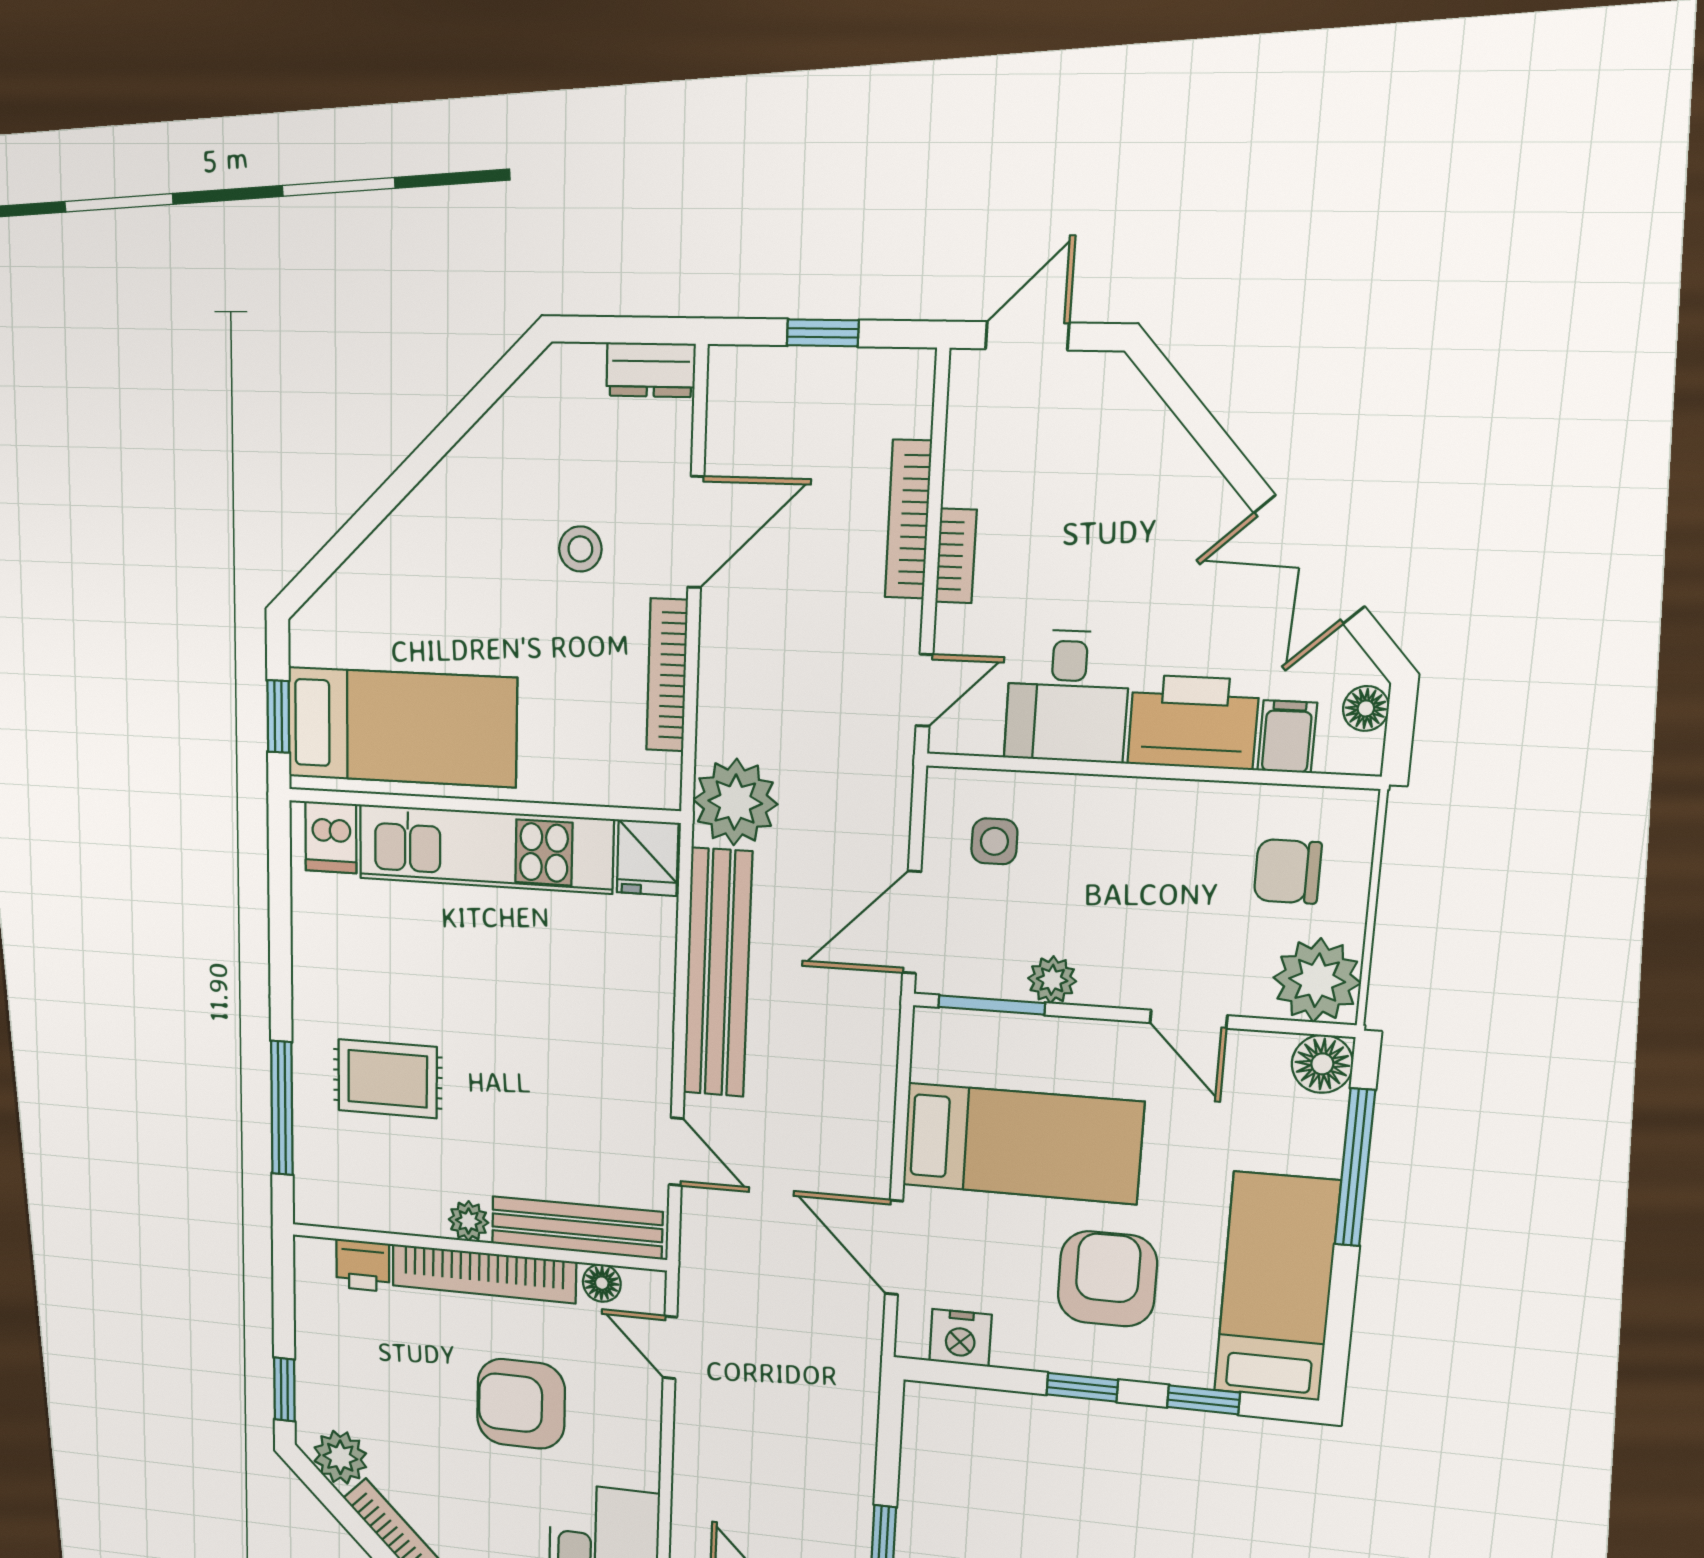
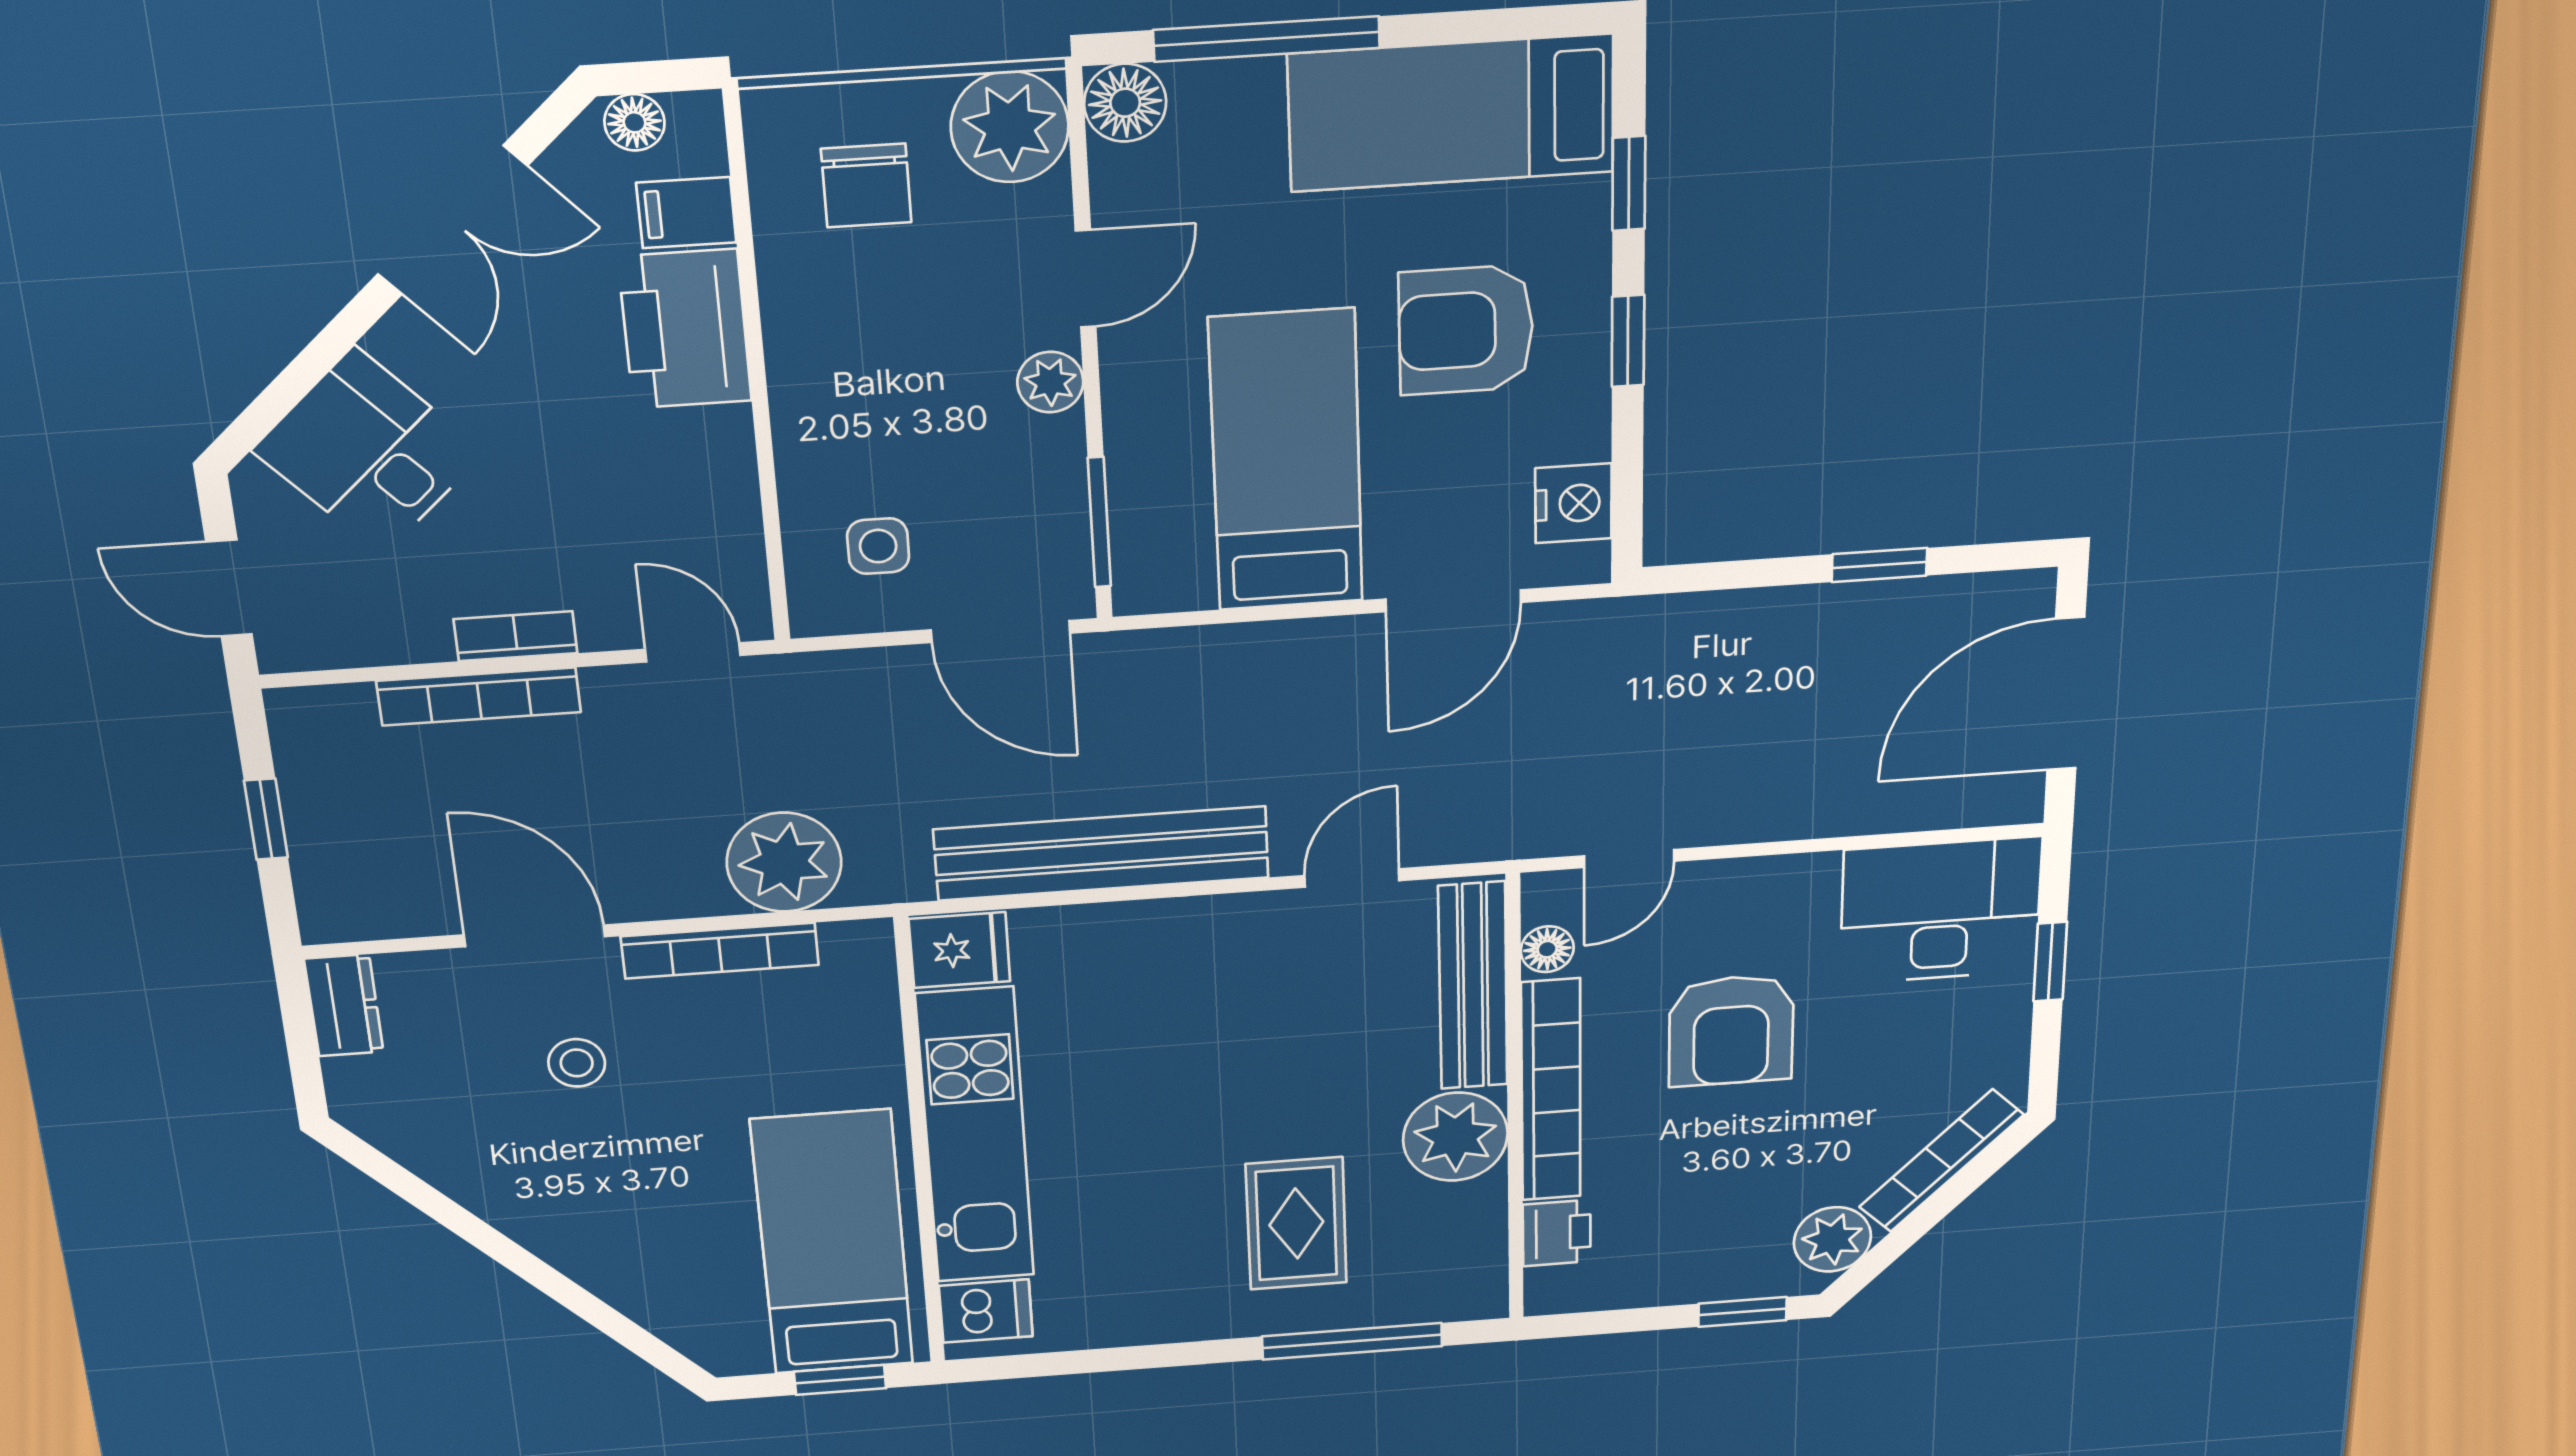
desk: (1067, 696) -> (369, 451), moved, turned -133
plant: (735, 802) -> (784, 862), moved
plant: (1052, 980) -> (1050, 382), moved
plant: (469, 1221) -> (1455, 1137), width x1.87, depth x1.87

